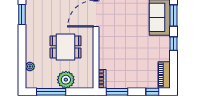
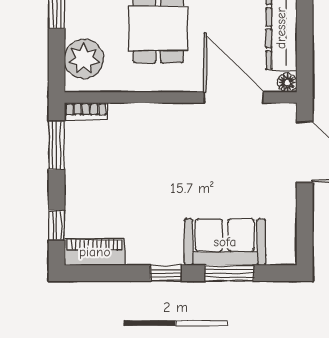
plant: (66, 80) -> (84, 59), moved

